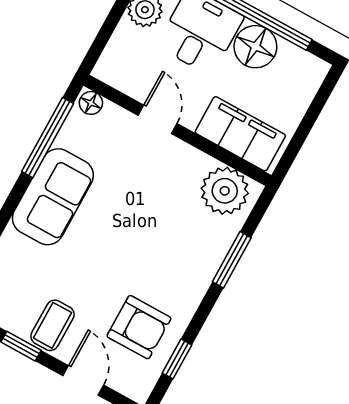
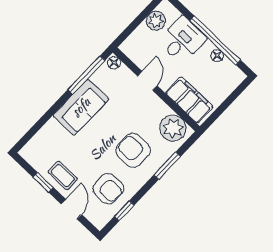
floor lamp: (255, 47) -> (217, 56), width x0.53, depth x0.53
armchair: (165, 248) -> (133, 150), added
coffee table: (52, 325) -> (63, 176), turned 90

